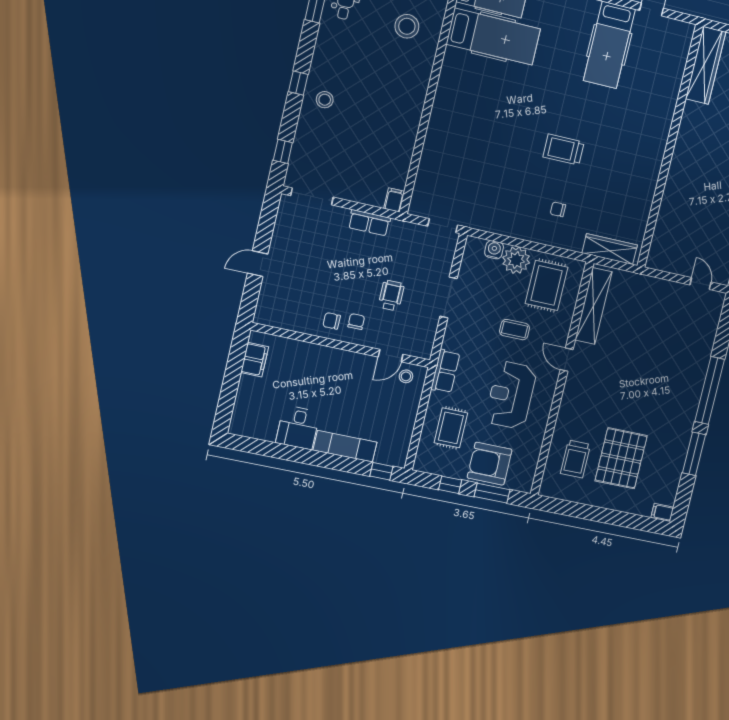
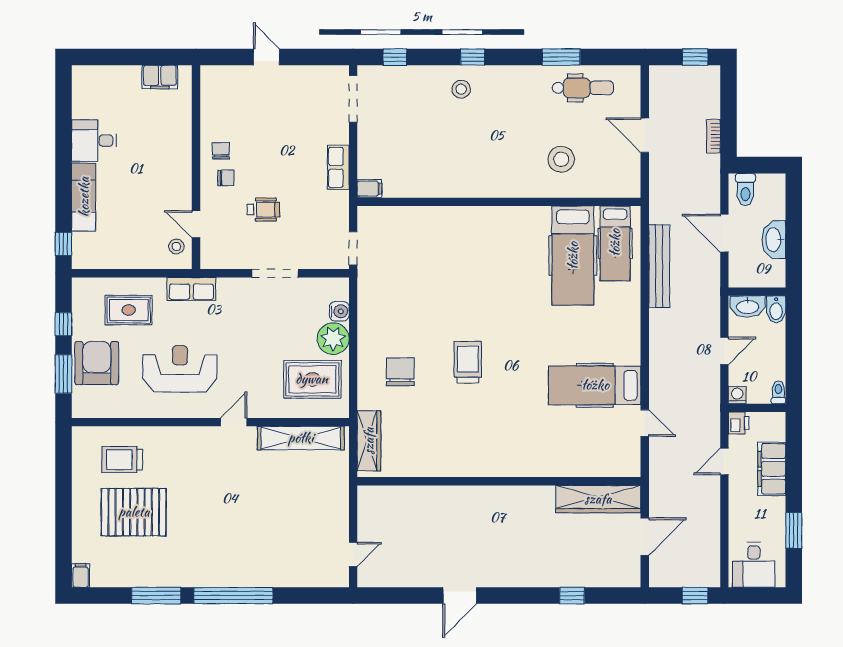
chair: (558, 209) -> (400, 372), width x1.87, depth x1.87
coffee table: (515, 330) -> (255, 355), removed

